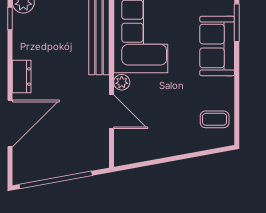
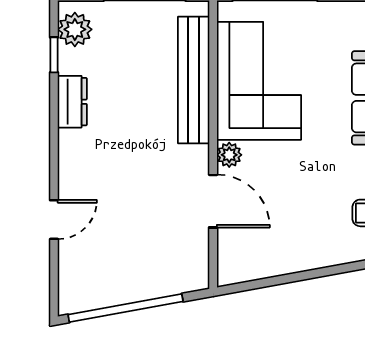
dresser: (22, 77) -> (72, 102), moved
door: (10, 124) -> (54, 220), width x0.53

